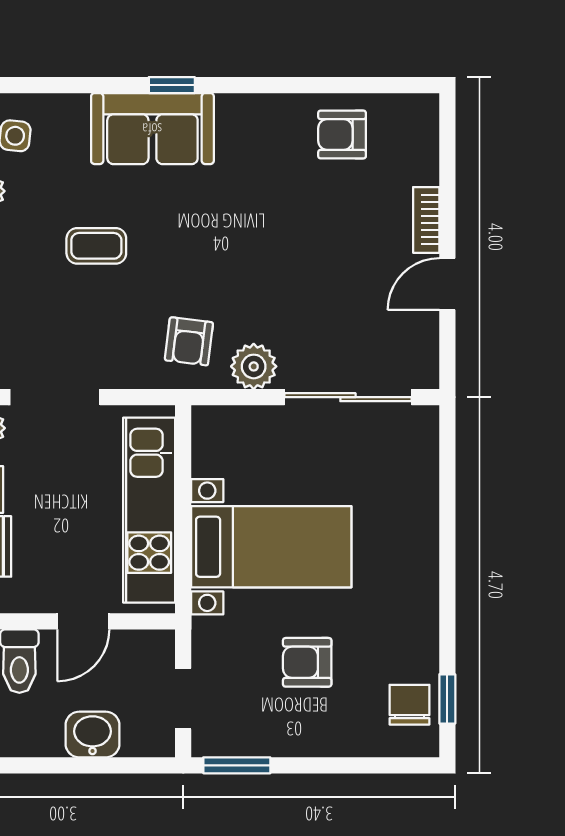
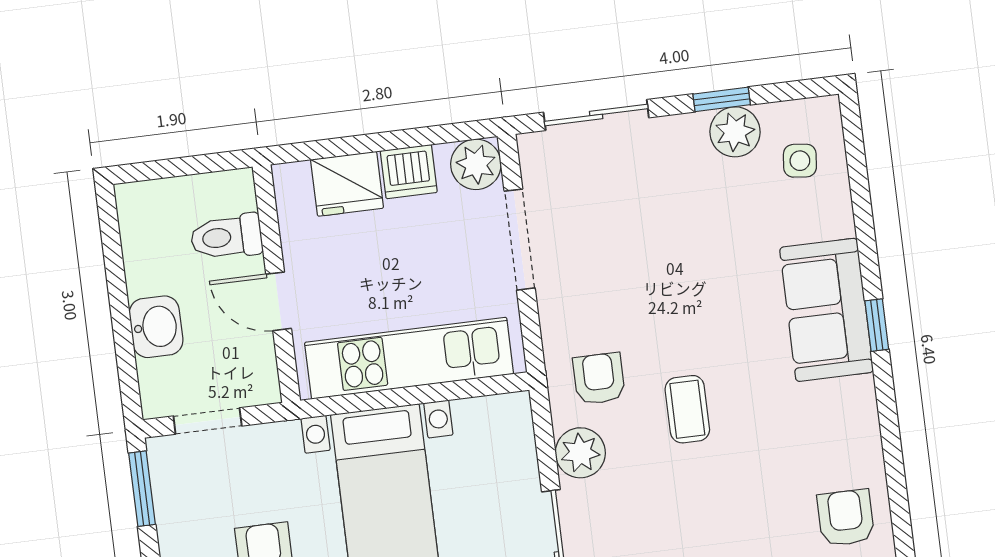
coffee table: (96, 246) -> (687, 409), moved
armchair: (189, 341) -> (599, 379), turned 83

